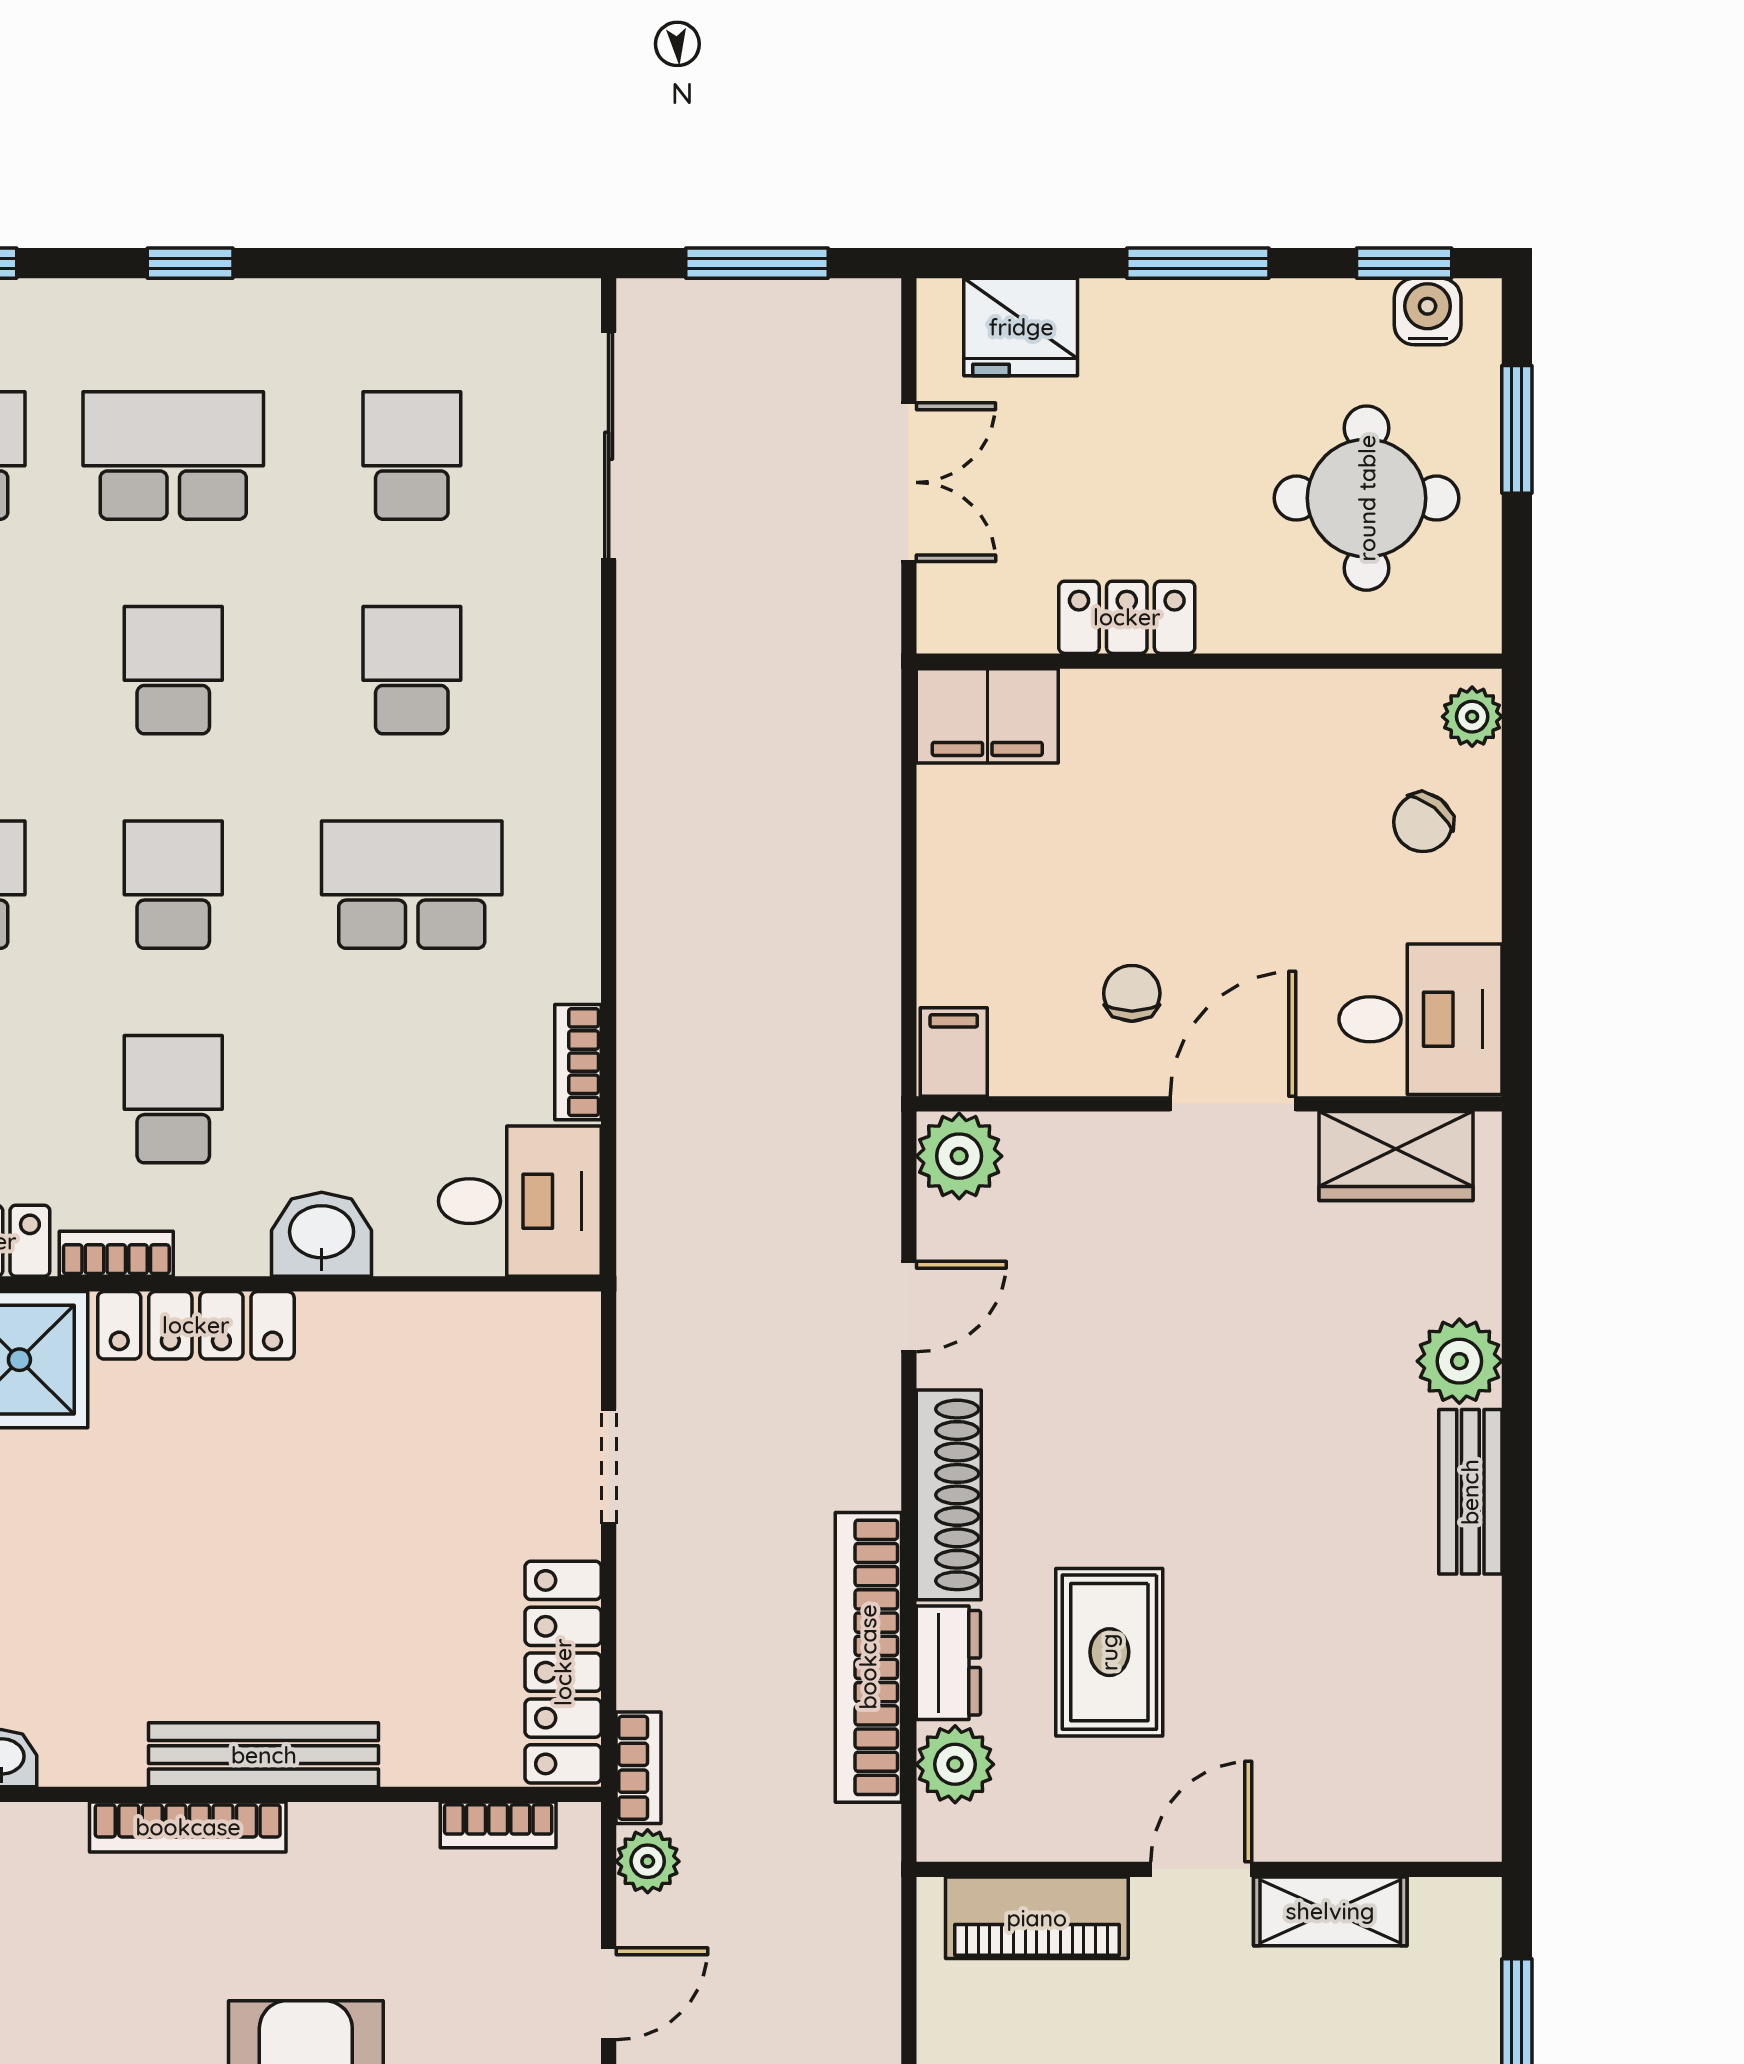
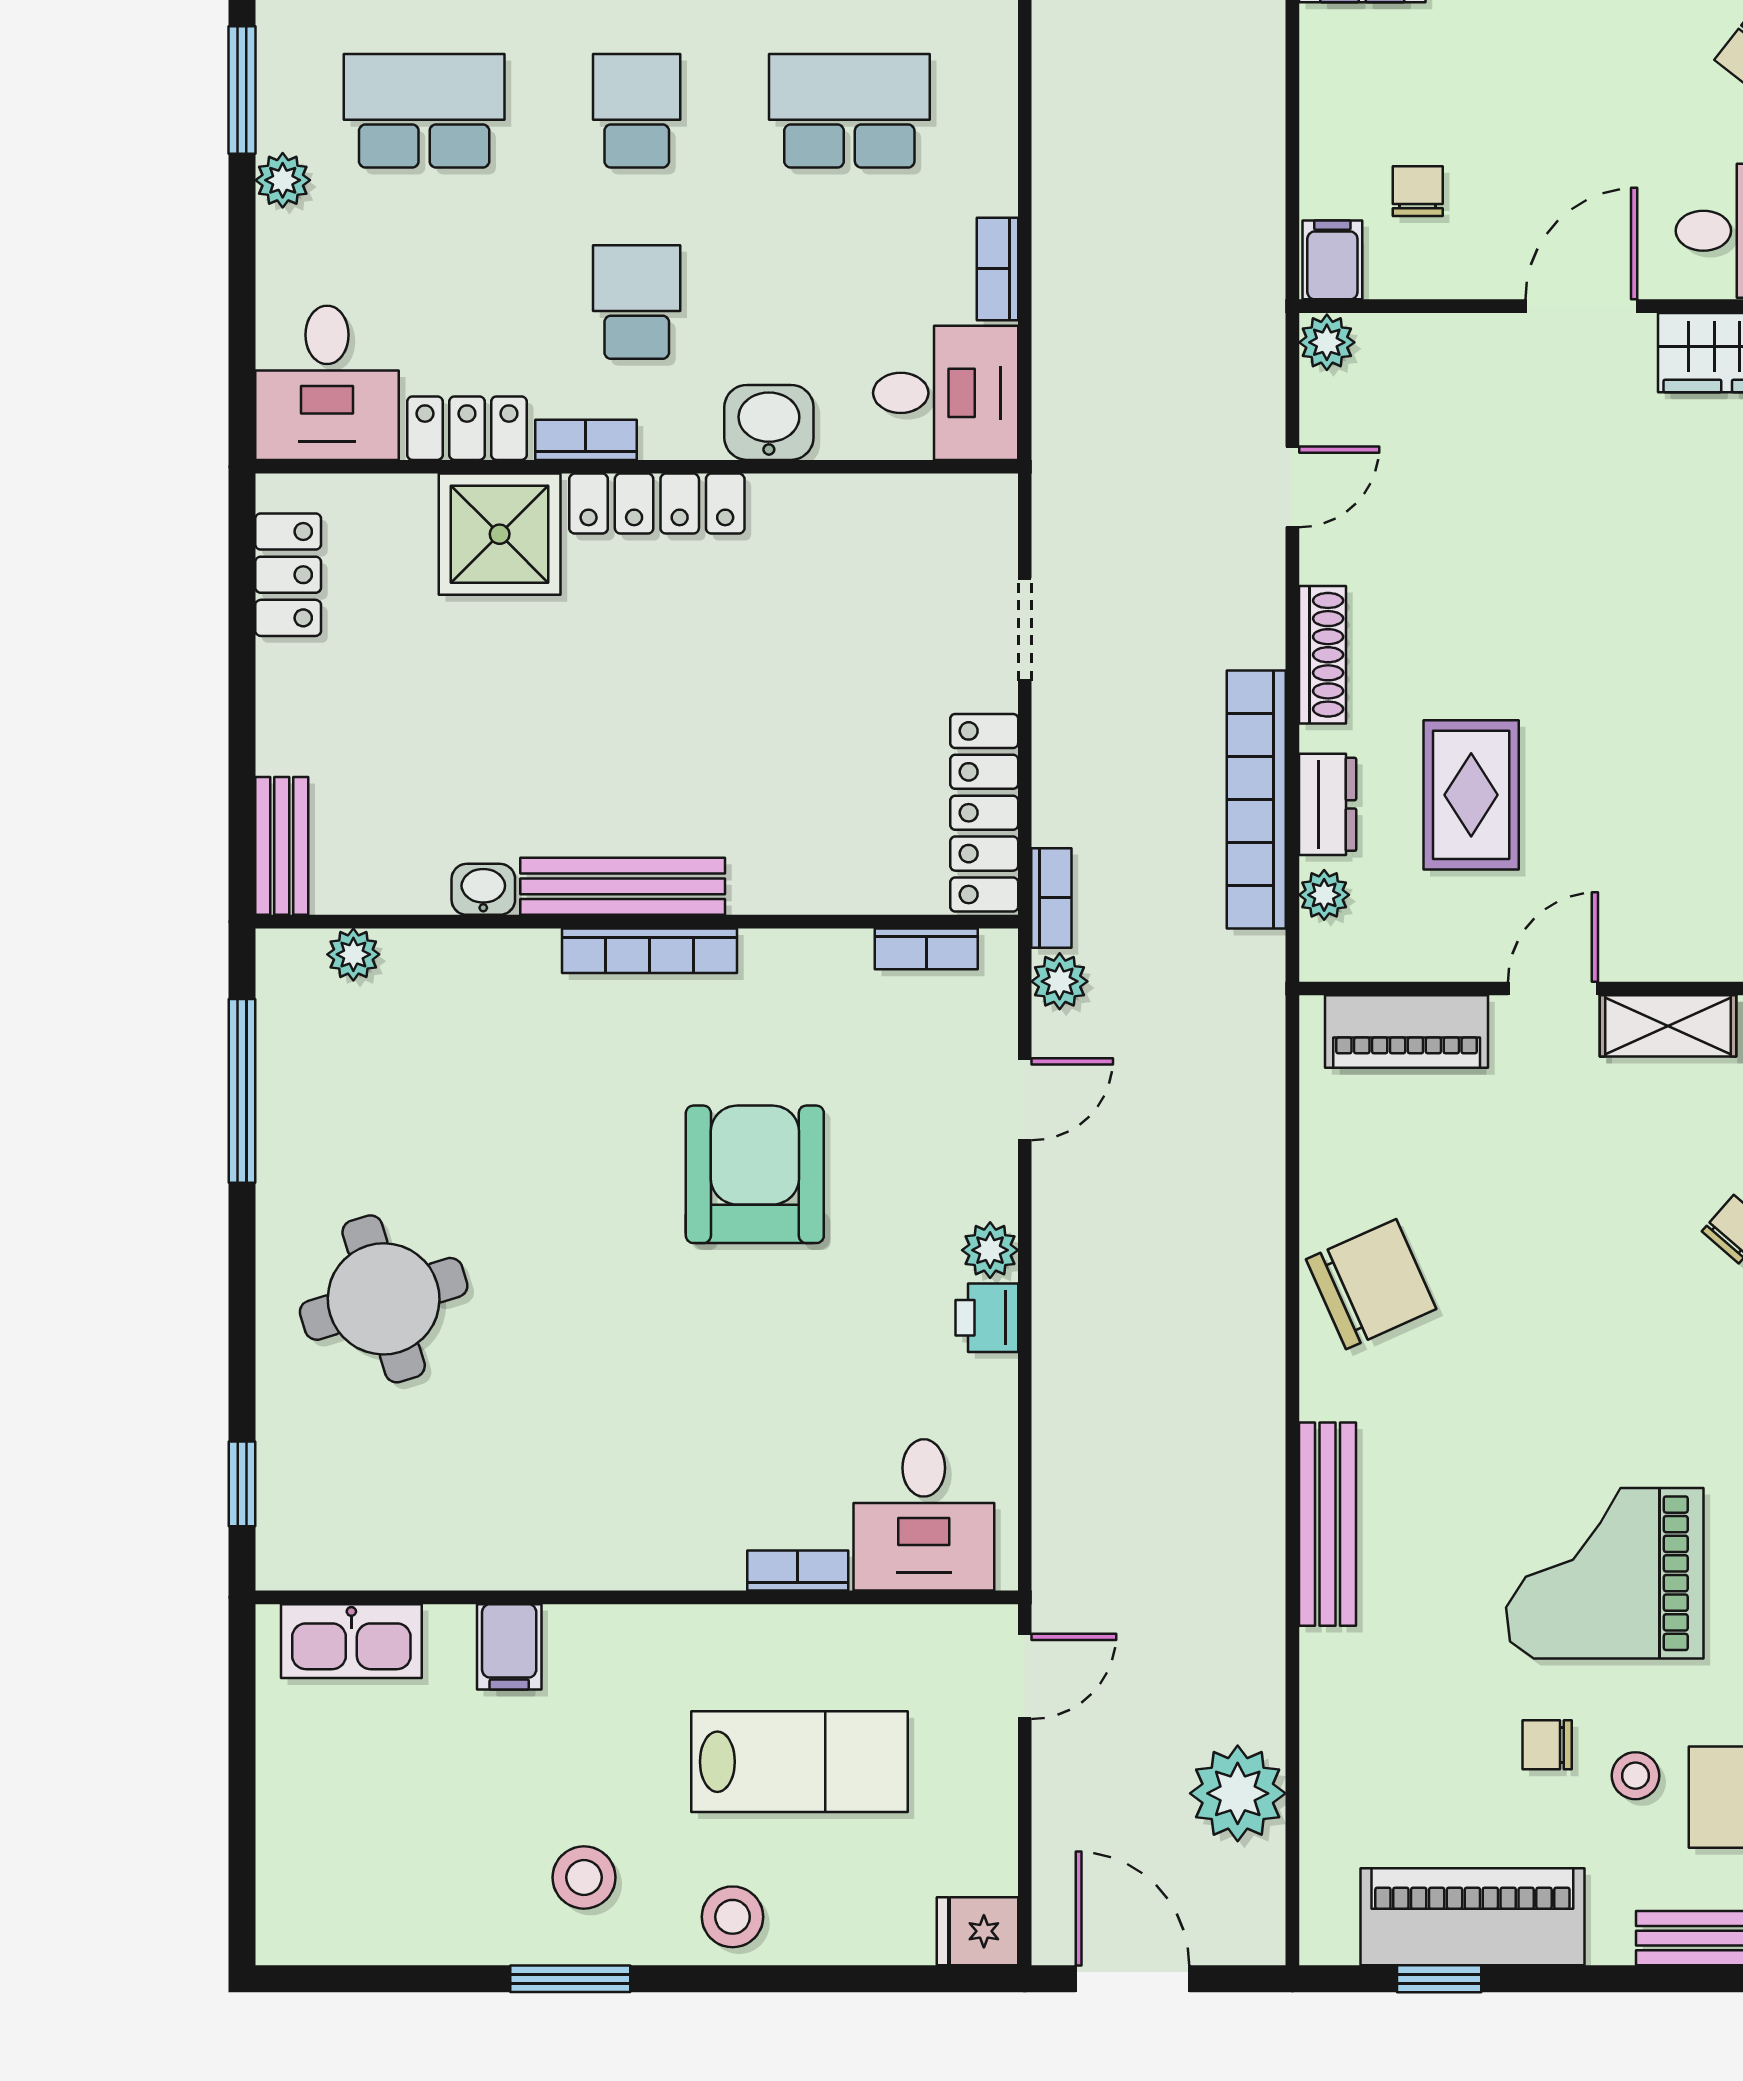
chair: (1132, 993) -> (1418, 191), moved
plant: (959, 1156) -> (1327, 342), width x0.73, depth x0.73
shoe rack: (949, 1495) -> (1322, 655), width x0.74, depth x0.81
bench: (264, 1755) -> (623, 886), moved
plant: (955, 1764) -> (1324, 895), width x0.73, depth x0.73

